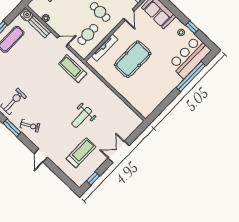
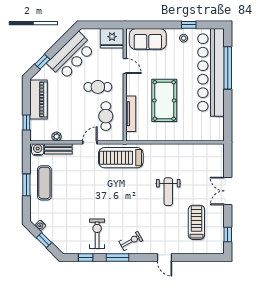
bar counter: (190, 57) -> (211, 72), width x1.86
treadmill: (73, 69) -> (121, 158), width x1.37, depth x1.38

